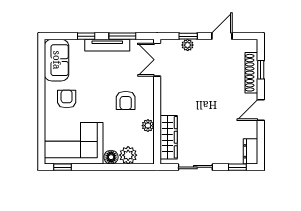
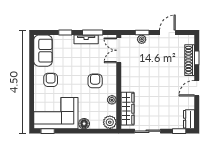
tv unit: (107, 45) -> (86, 39), width x0.71
armchair: (126, 100) -> (95, 81), turned 180
plant: (128, 155) -> (110, 122), moved

